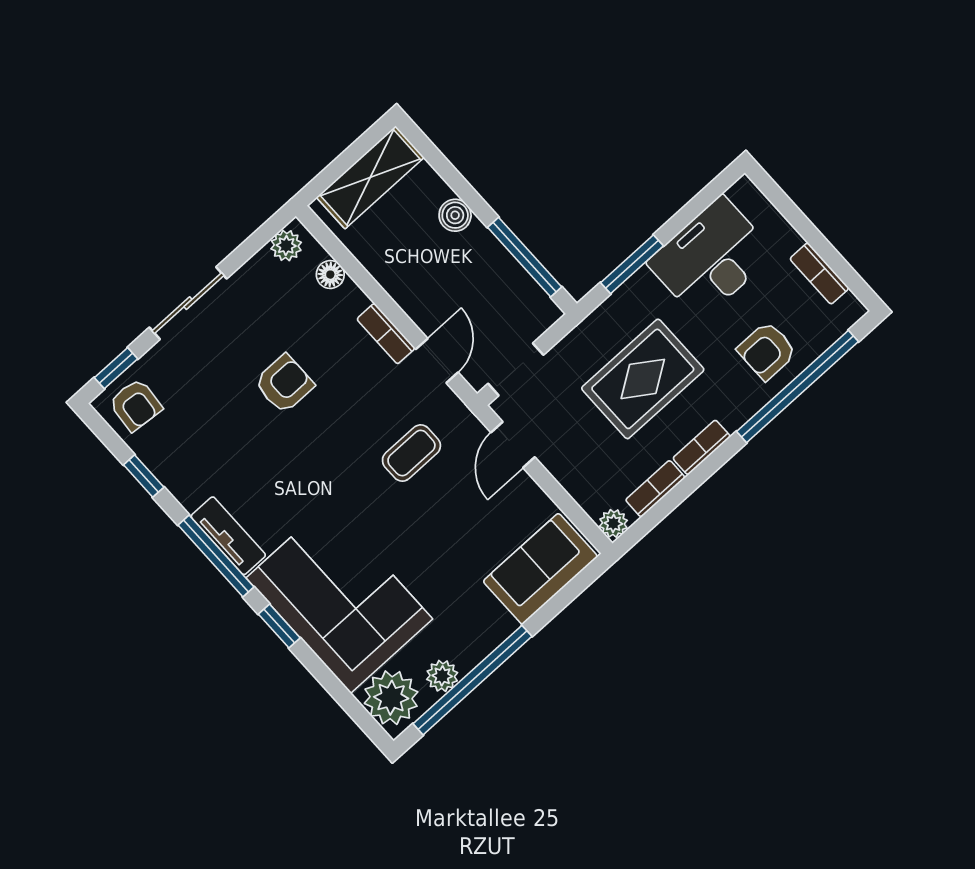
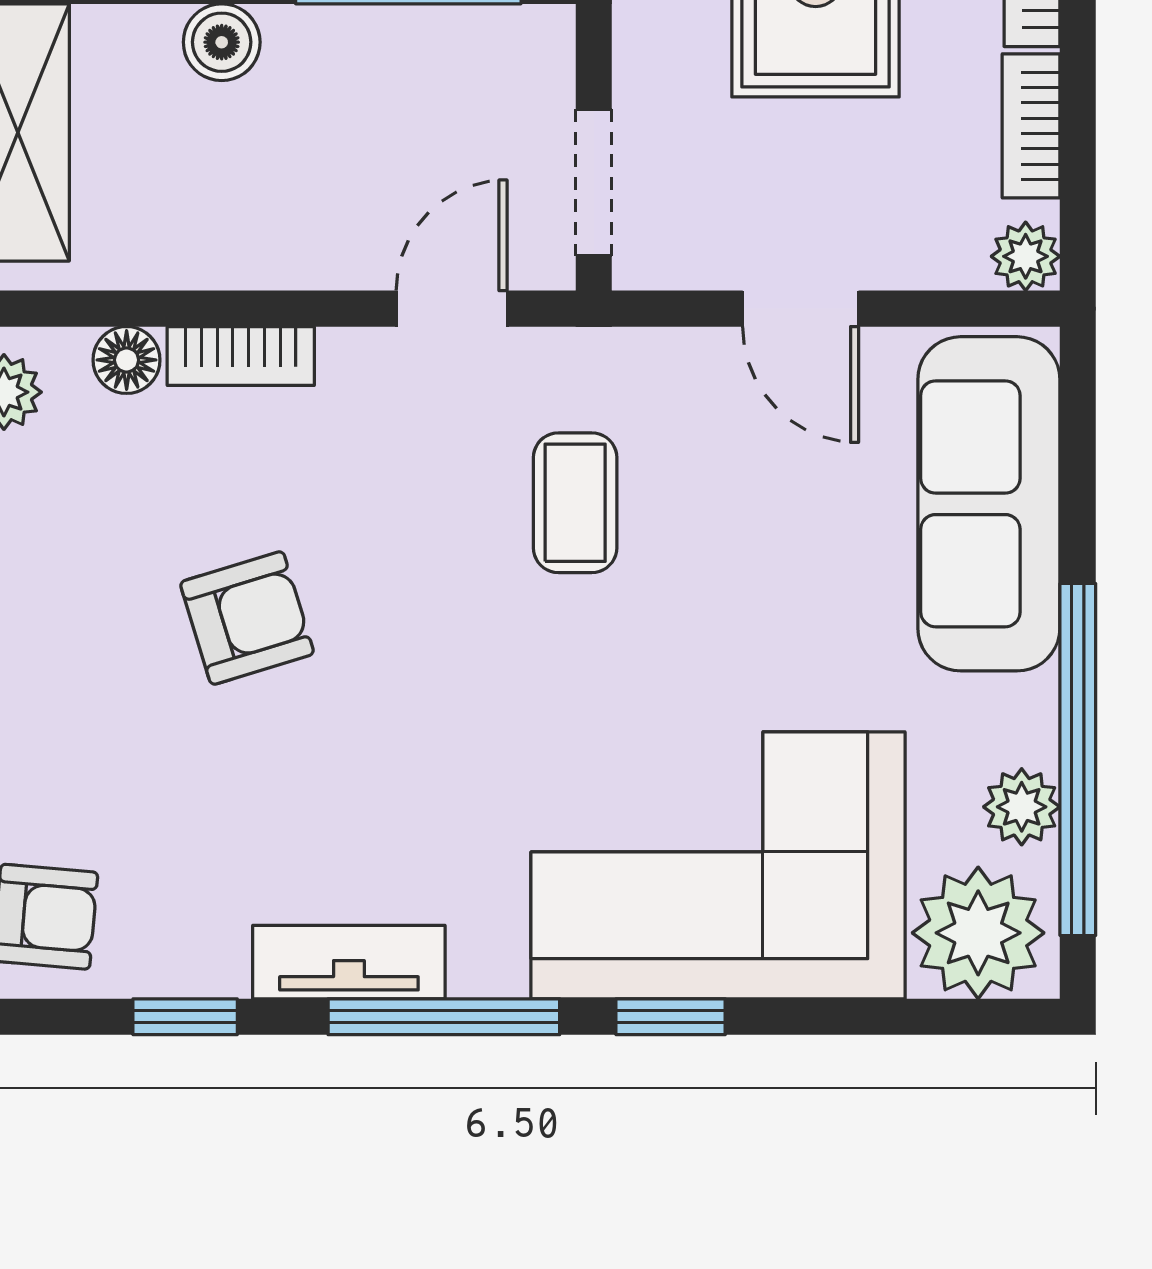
bookcase: (386, 334) -> (241, 356), moved
door: (437, 361) -> (452, 309), hinge flipped
armchair: (284, 384) -> (247, 618), turned 73
door: (513, 445) -> (801, 309), moved
tv unit: (228, 536) -> (349, 962), moved
sofa: (540, 569) -> (989, 504), width x1.36

